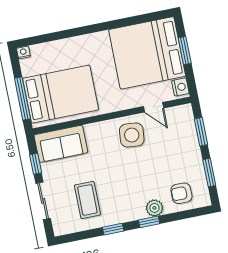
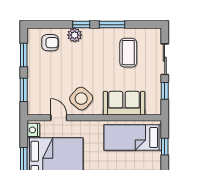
bed: (61, 94) -> (133, 138), width x0.67
window: (22, 98) -> (165, 147), width x0.46
side table: (132, 135) -> (81, 99), turned 37
sofa: (61, 144) -> (124, 103), moved
window: (113, 229) -> (112, 25), width x1.50

